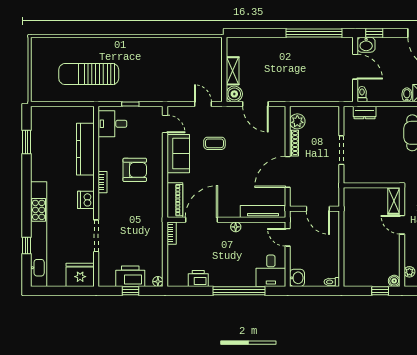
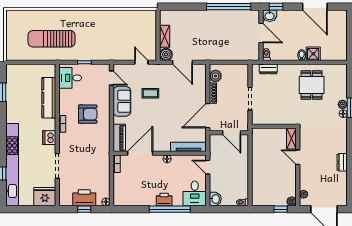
wall: (314, 209) -> (229, 133), moved
door: (318, 209) -> (232, 133), moved
printer: (198, 278) -> (164, 199), moved

